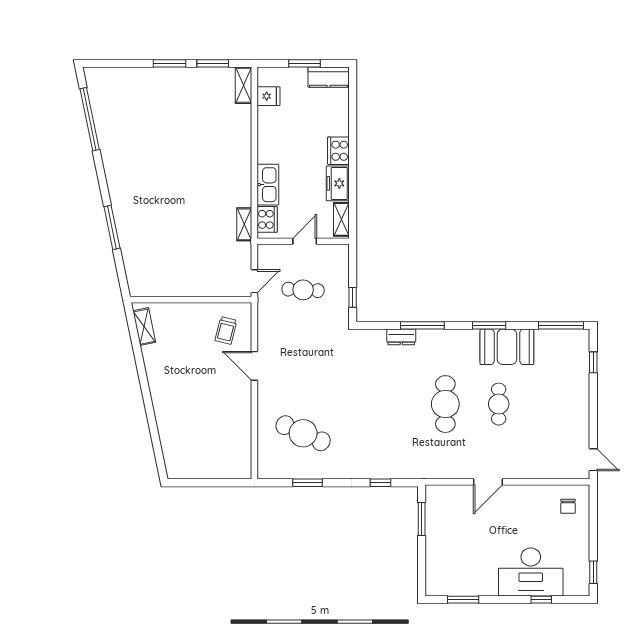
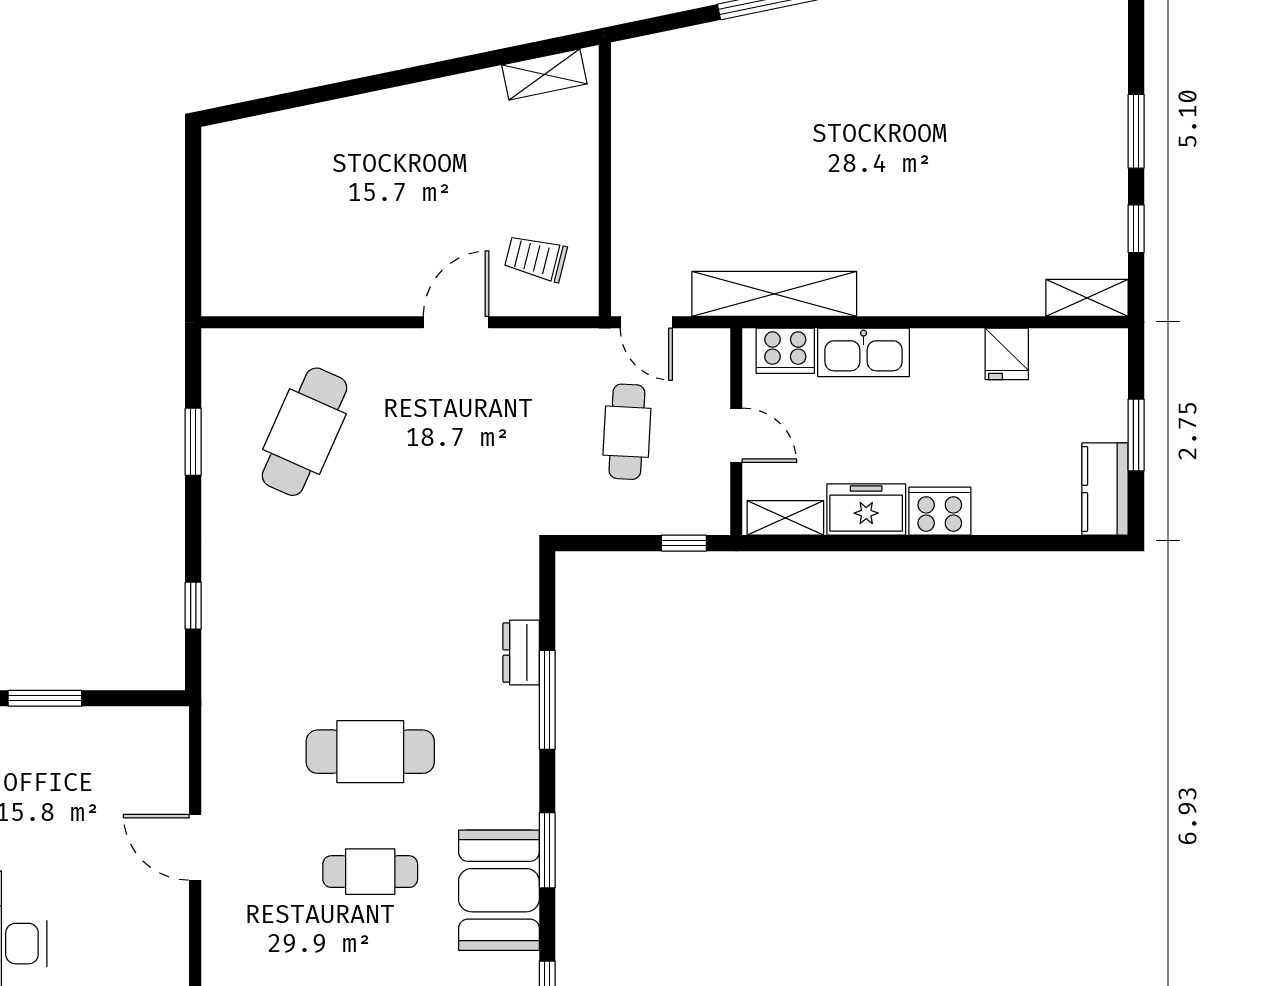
window: (213, 63) -> (1136, 229), width x0.67
fridge: (268, 96) -> (1007, 354), moved
shelving: (244, 224) -> (774, 294), width x2.20, depth x1.33
window: (353, 297) -> (684, 543), moved
window: (422, 519) -> (45, 698), moved

